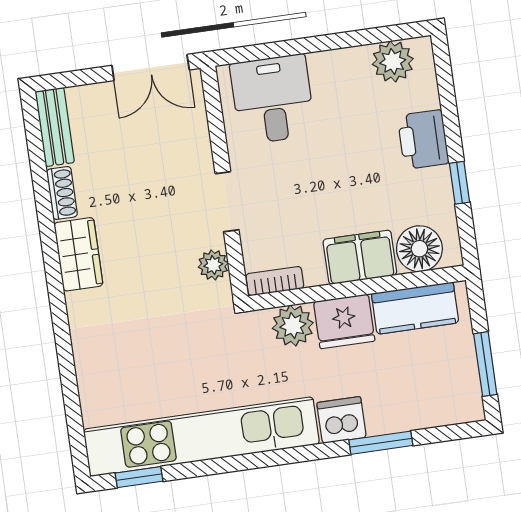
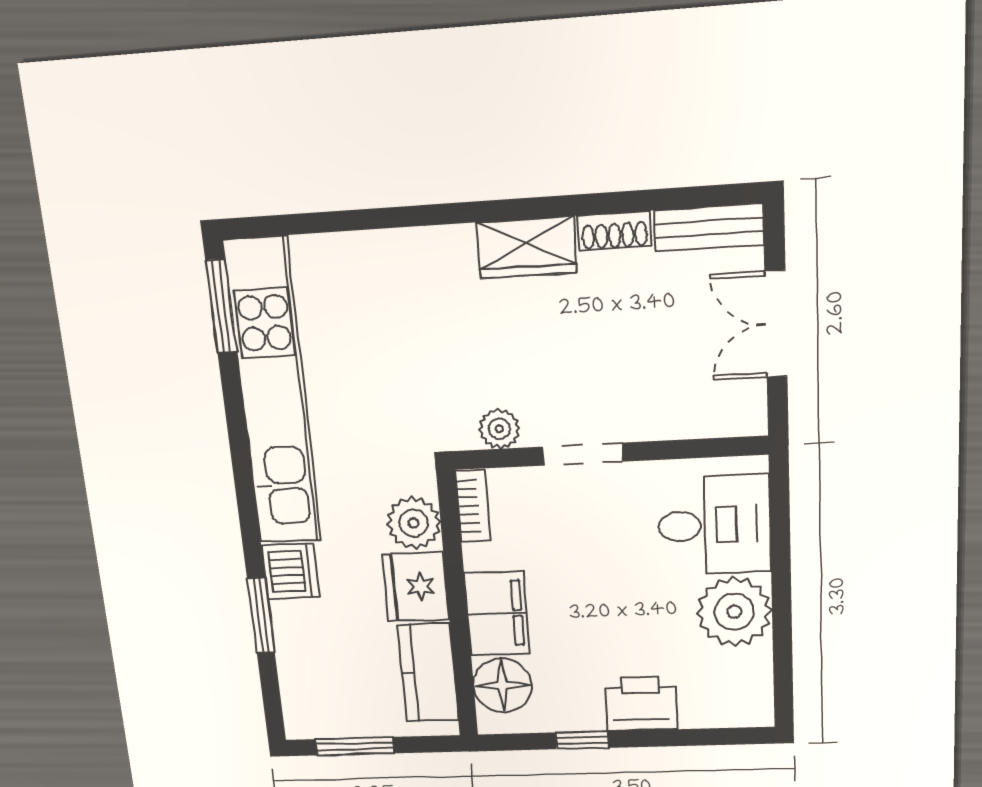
plant: (393, 61) -> (734, 612), moved, width x1.36, depth x1.36
double door: (151, 68) -> (776, 324), moved
window: (139, 477) -> (221, 306), width x1.50

